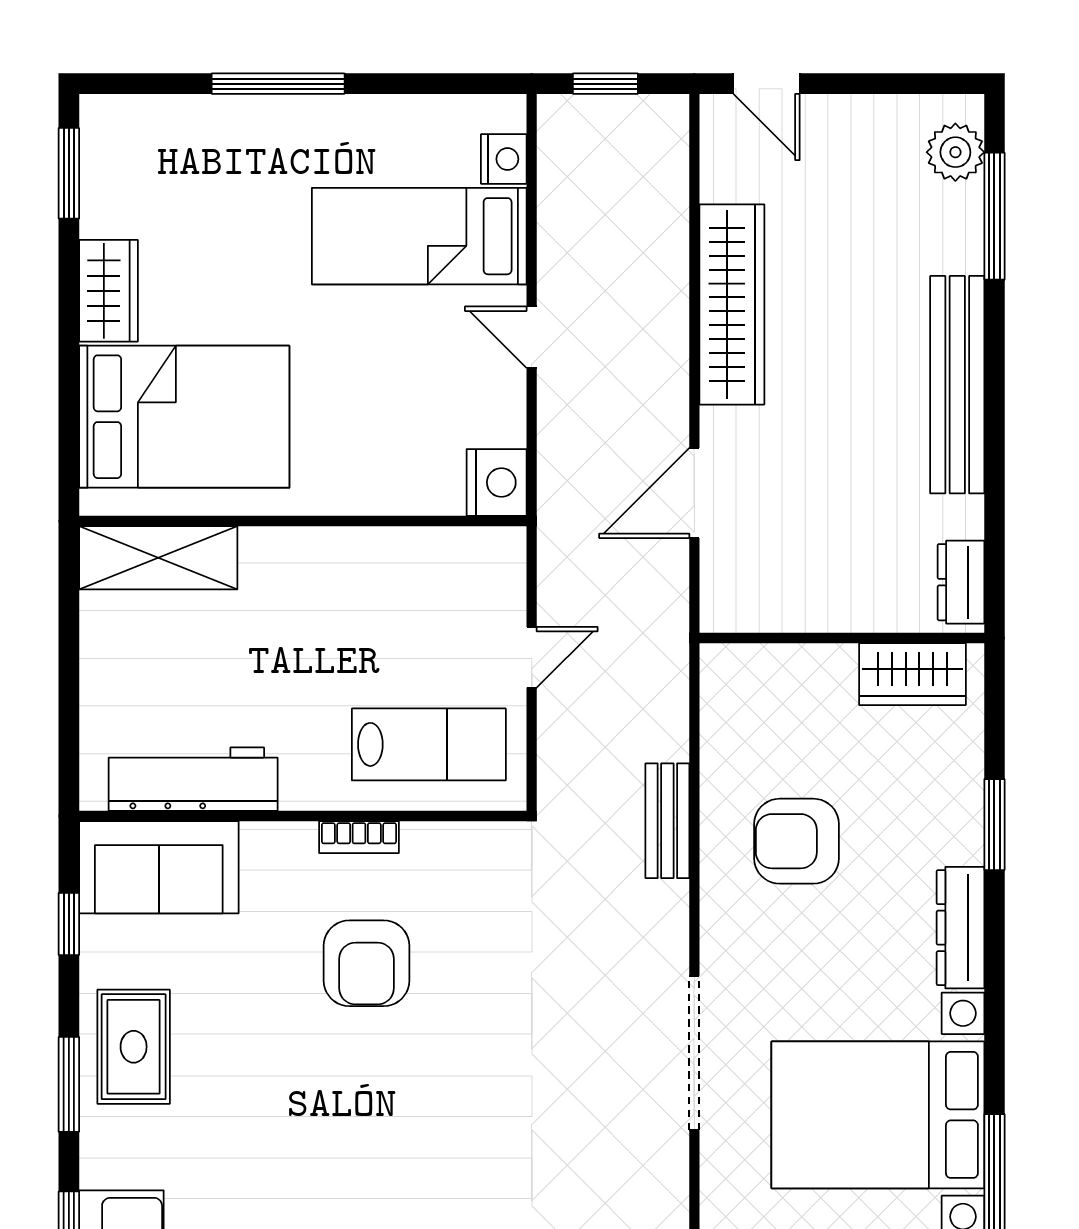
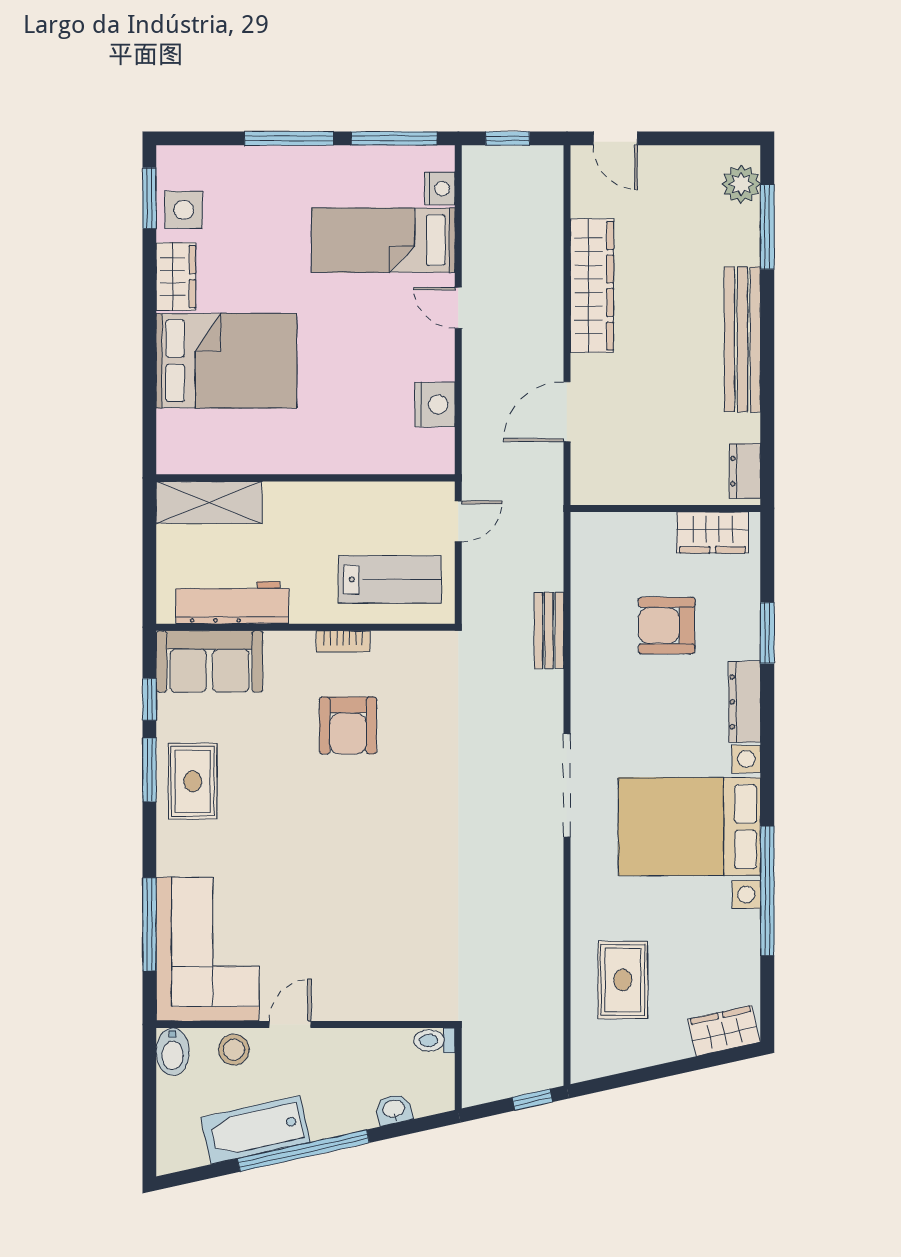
window: (435, 84) -> (394, 138), added
side table: (120, 191) -> (184, 210), added
wall: (303, 521) -> (306, 478), moved
shelving: (158, 558) -> (209, 502), moved
armchair: (797, 841) -> (667, 626), moved
window: (69, 1084) -> (149, 770), moved

